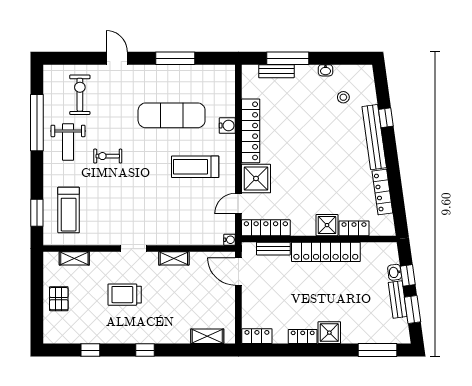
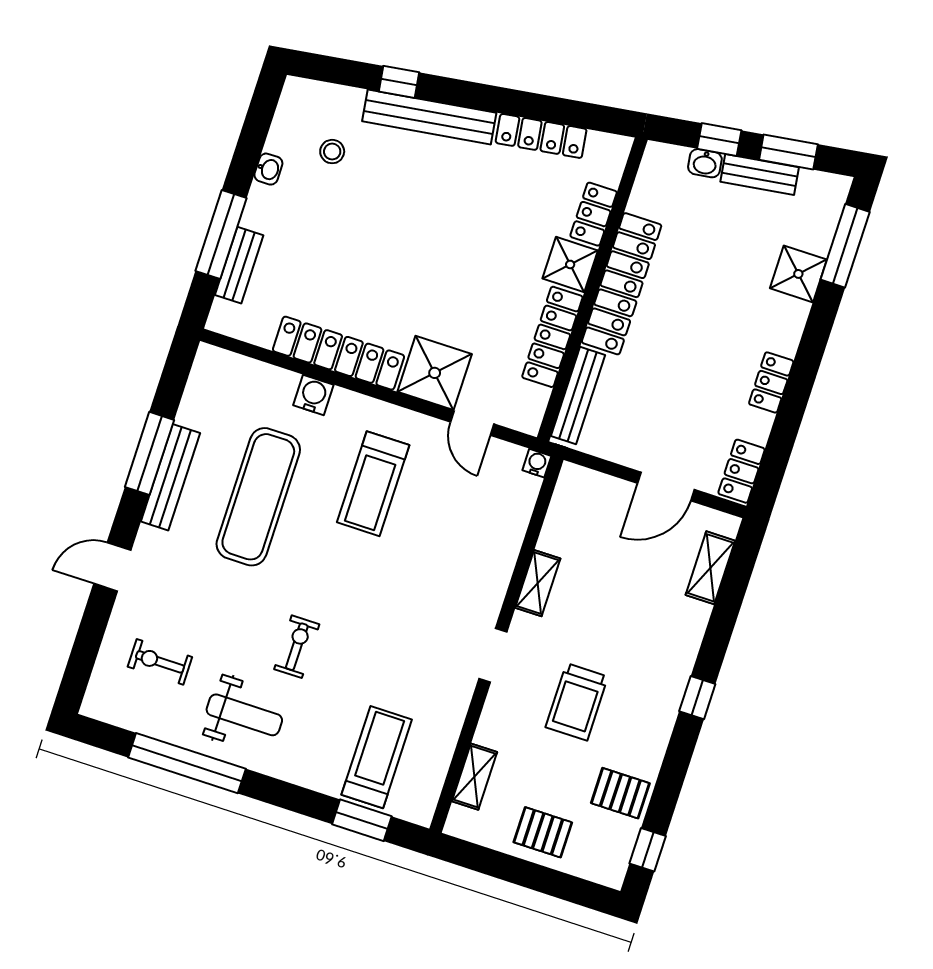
bench: (167, 72) -> (170, 477), added
exercise bike: (80, 95) -> (160, 662), width x0.73, depth x0.72
exercise bike: (108, 156) -> (297, 647), turned 180
treadmill: (69, 210) -> (377, 757), turned -90
locker: (266, 228) -> (552, 337), moved
bench: (273, 249) -> (578, 396), width x1.36
door: (238, 272) -> (666, 486), moved
pallet: (89, 329) -> (620, 793), added
shower: (329, 333) -> (798, 274), moved
window: (90, 350) -> (648, 850), moved

